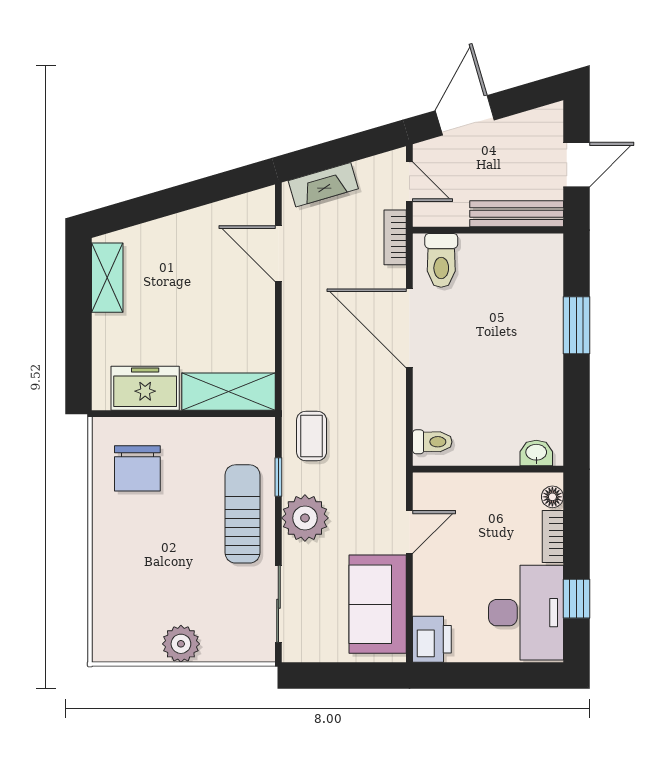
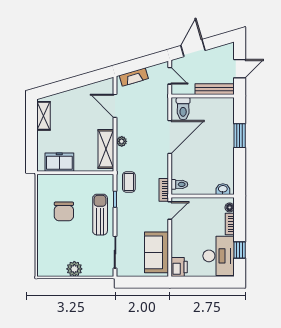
bookcase: (395, 237) -> (164, 190), moved
door: (409, 328) -> (170, 137), swing flipped
shelving: (228, 392) -> (106, 149), moved, turned 90
chair: (137, 468) -> (64, 211), moved
plant: (305, 518) -> (122, 141), moved, width x0.53, depth x0.53
door: (409, 532) -> (170, 211), moved

